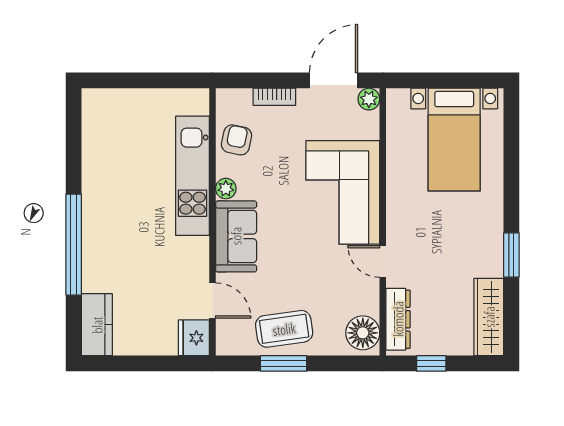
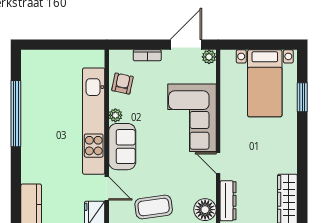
kitchen unit: (193, 176) -> (94, 121), width x1.36
window: (74, 245) -> (16, 114), moved
window: (511, 255) -> (302, 97), moved

